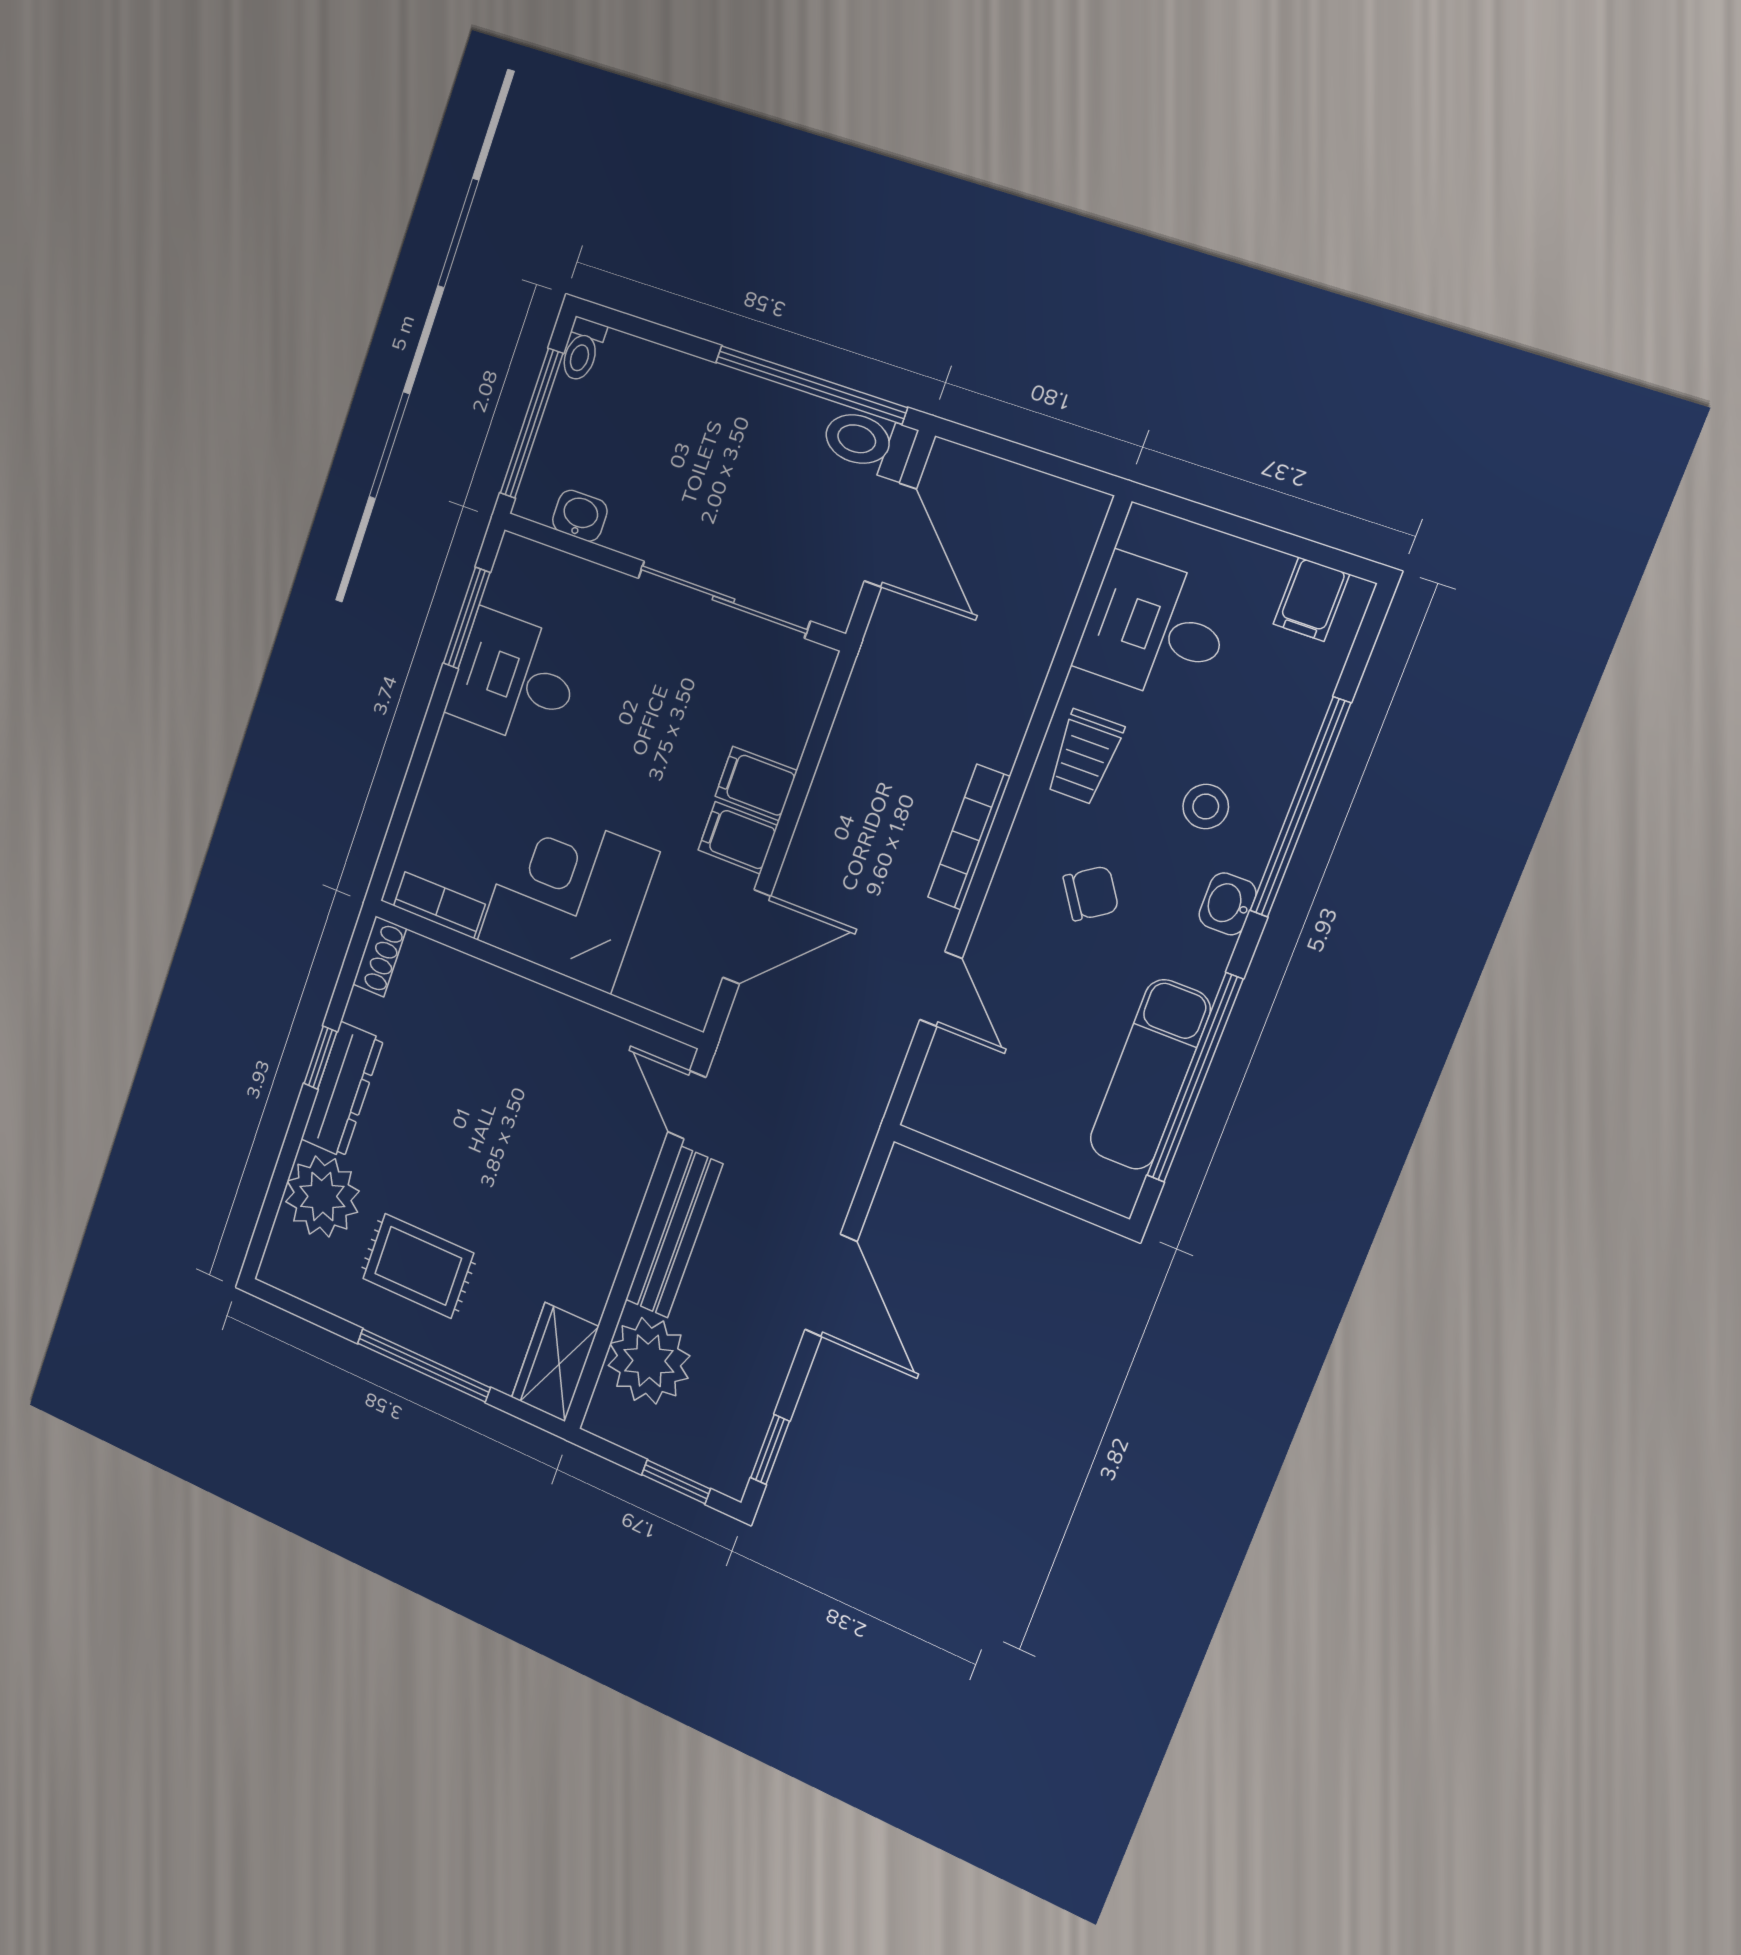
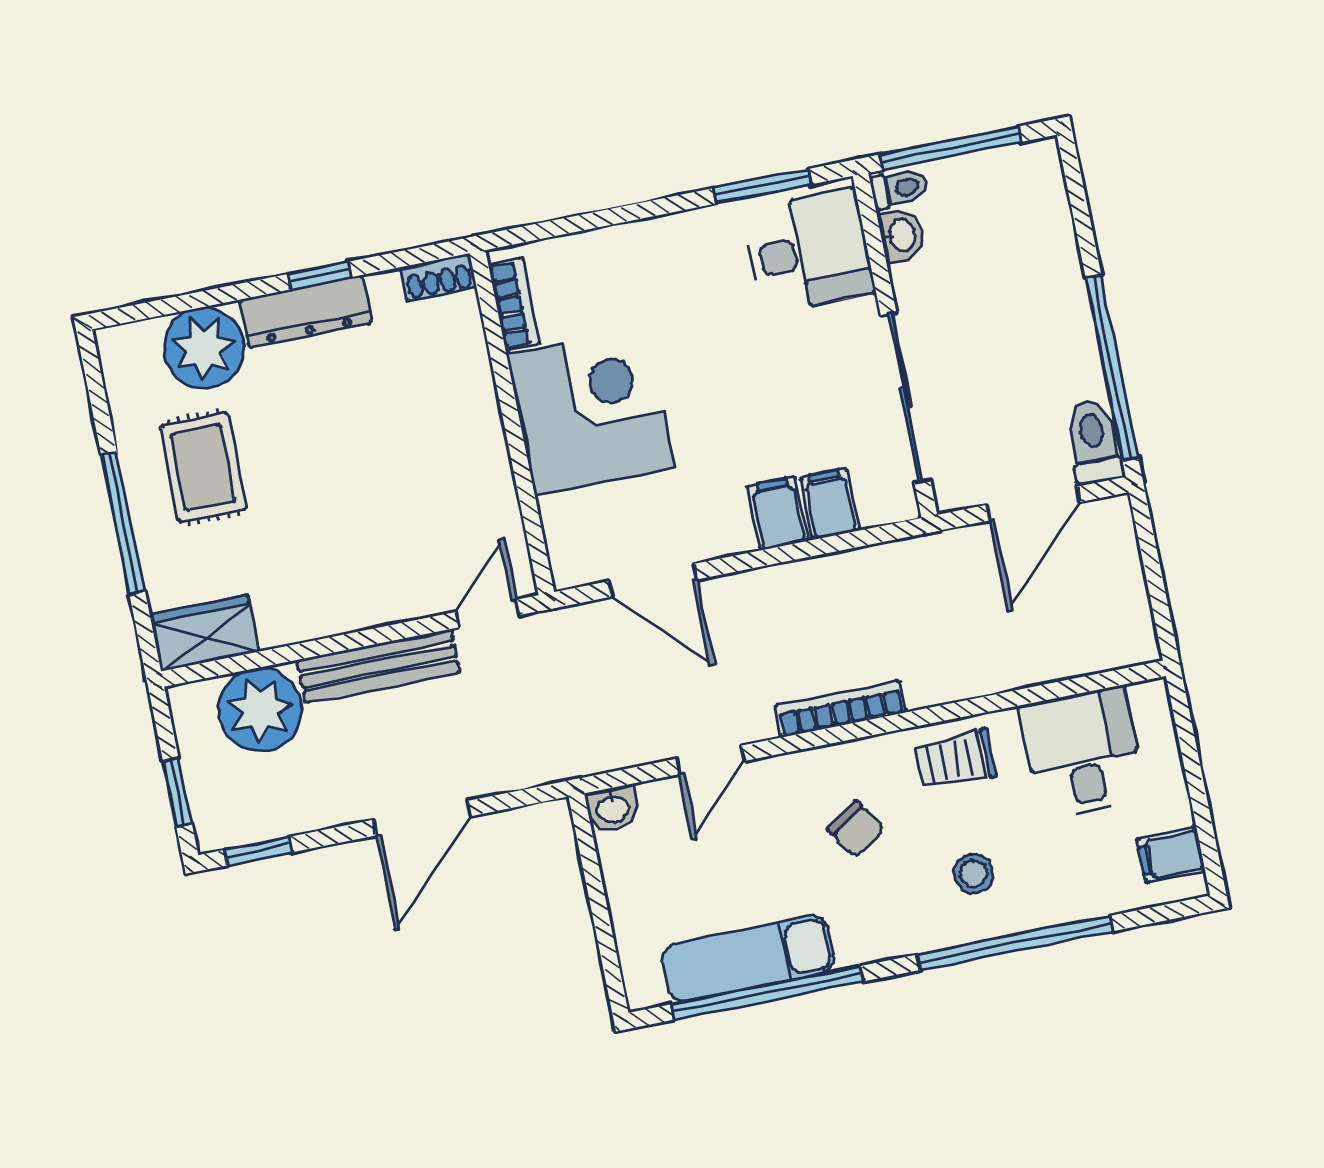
toilet: (582, 350) -> (900, 189), moved, turned 180
desk: (515, 679) -> (809, 251), moved, turned 90
filing cabinet: (738, 838) -> (830, 504), moved
washbasin: (1228, 904) -> (613, 808), moved, turned 180

